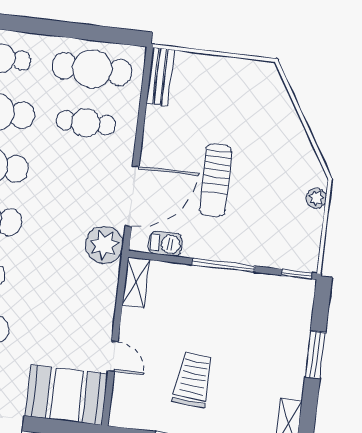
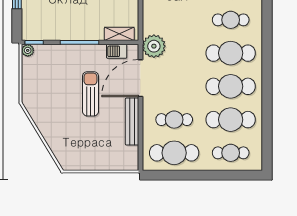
bench: (160, 77) -> (132, 122), moved, width x1.36
plant: (316, 198) -> (28, 50), moved
shelving: (136, 282) -> (119, 34), moved, turned 90

